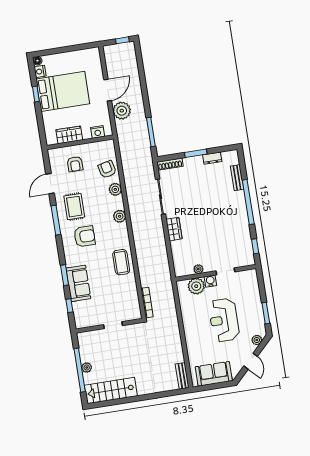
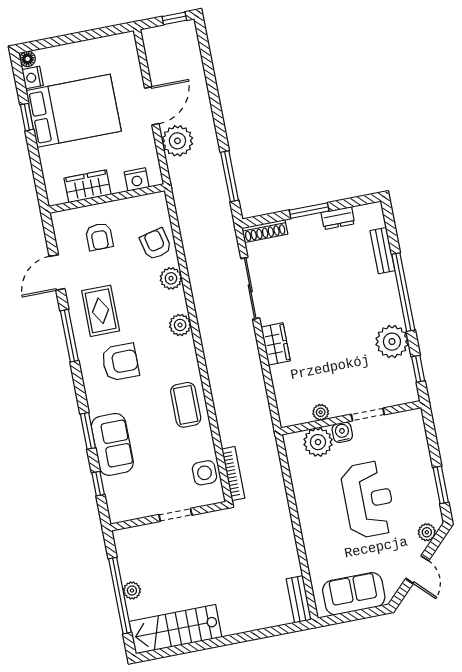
plant: (241, 230) -> (392, 342), added
side table: (131, 301) -> (204, 473), added
reception desk: (224, 320) -> (368, 500), turned 180

